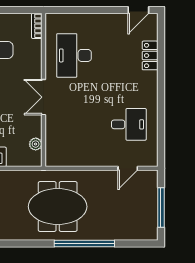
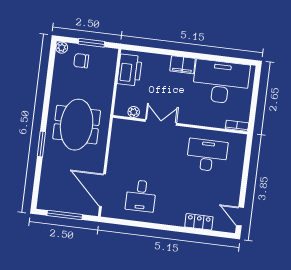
double door: (43, 97) -> (161, 122), moved
door: (128, 168) -> (103, 190), width x1.87
window: (84, 243) -> (41, 144), width x0.47

